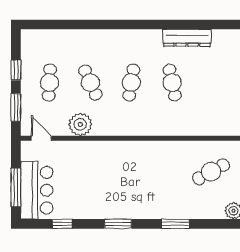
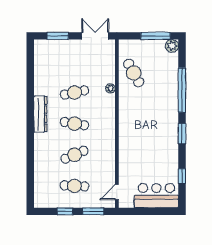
dresser: (187, 38) -> (40, 114), moved
plant: (80, 124) -> (110, 88), moved, width x0.53, depth x0.53
cafe table: (211, 172) -> (134, 73), moved
window: (16, 187) -> (154, 211), removed
window: (175, 224) -> (182, 90), width x2.11

